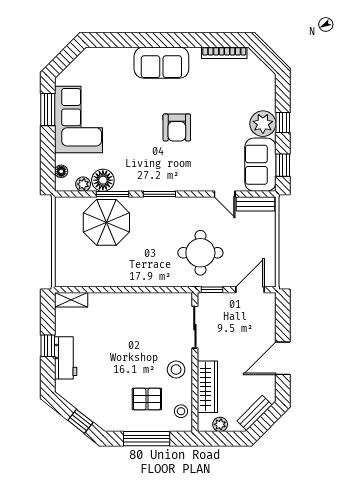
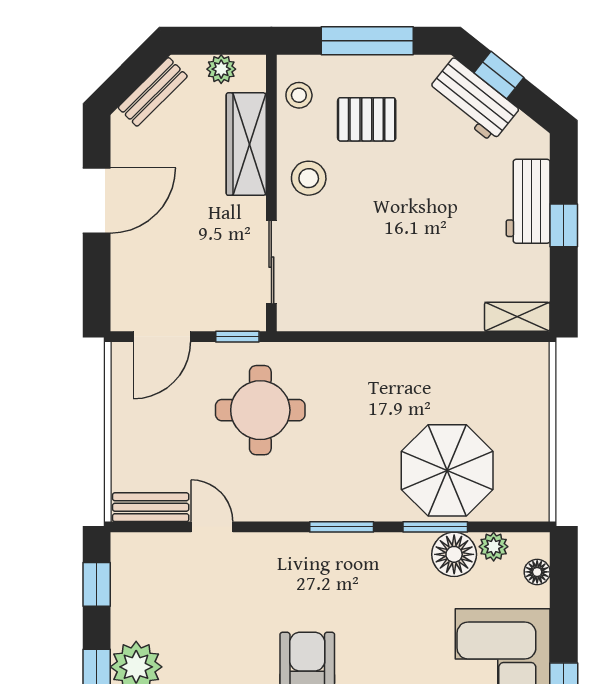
sofa: (260, 165) -> (141, 585), removed
workbench: (93, 409) -> (473, 100), added

